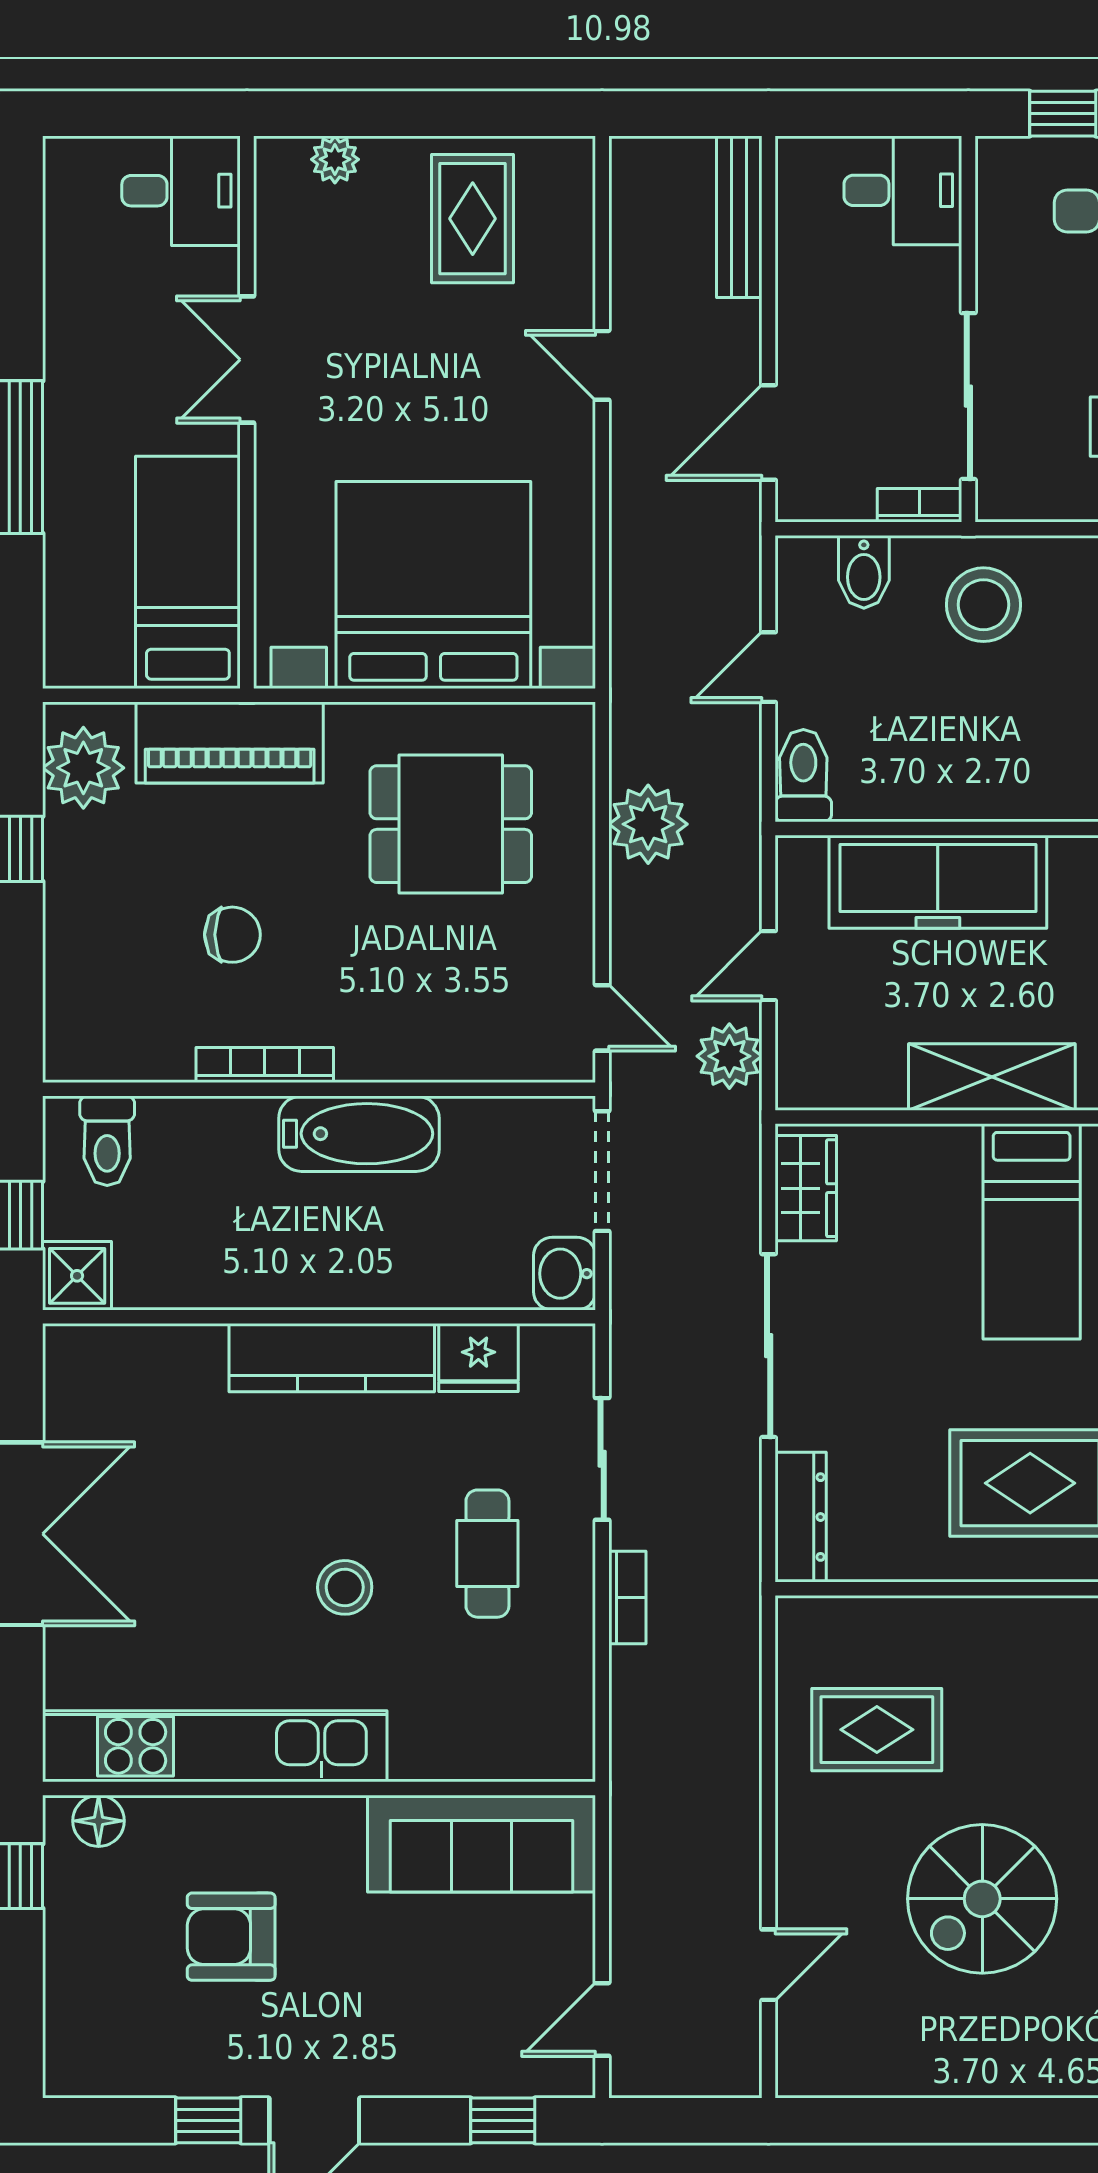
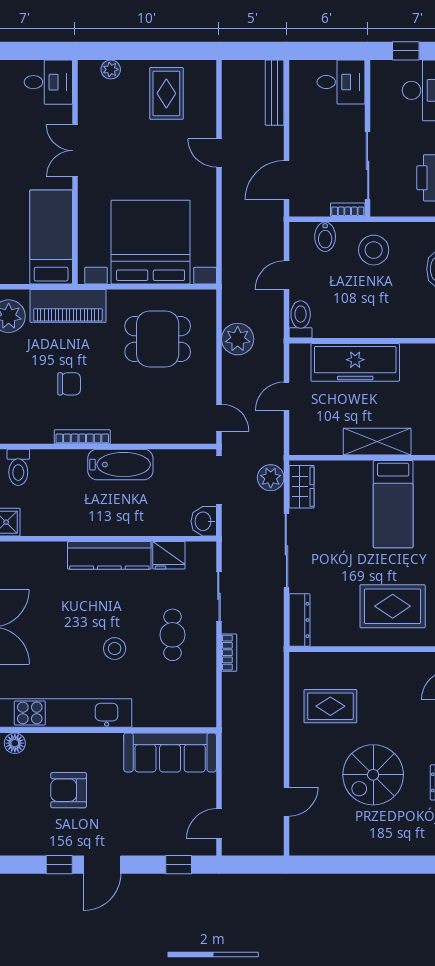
plant: (729, 1056) -> (271, 478), moved

